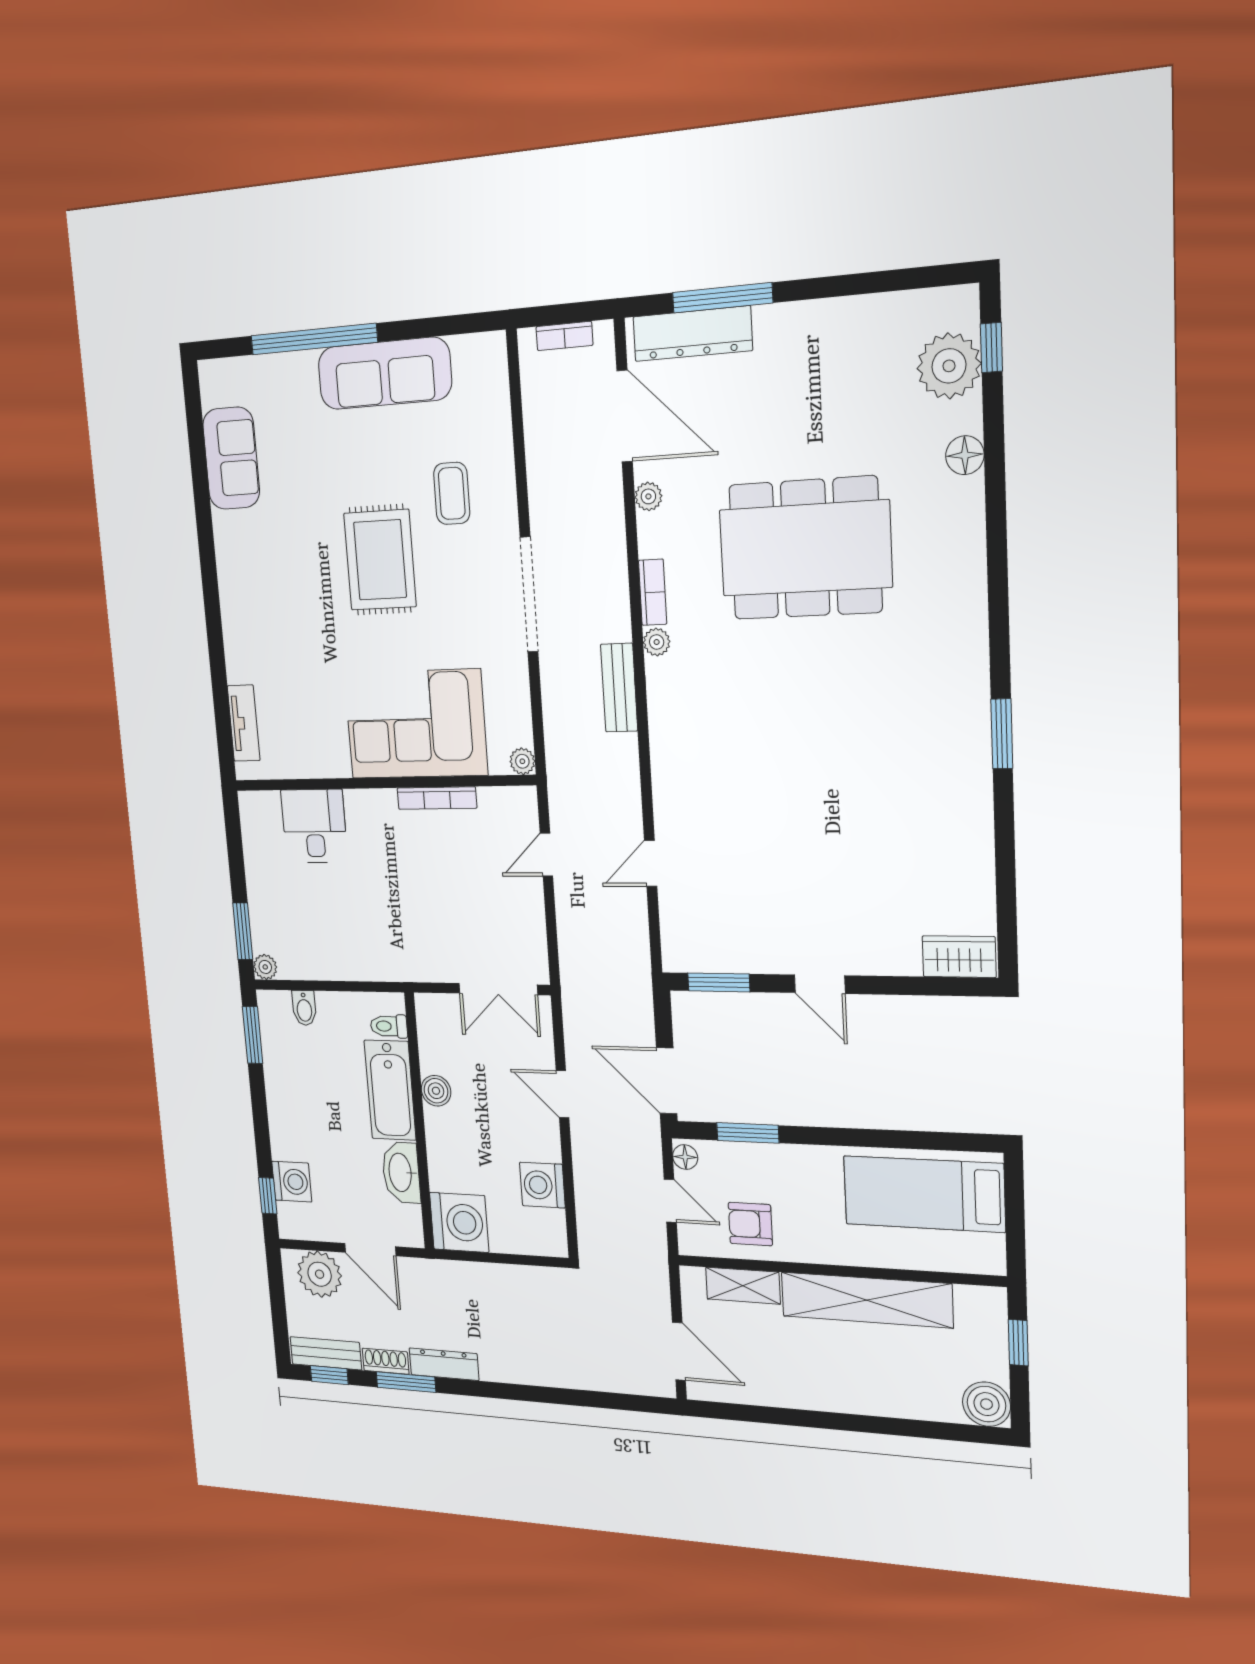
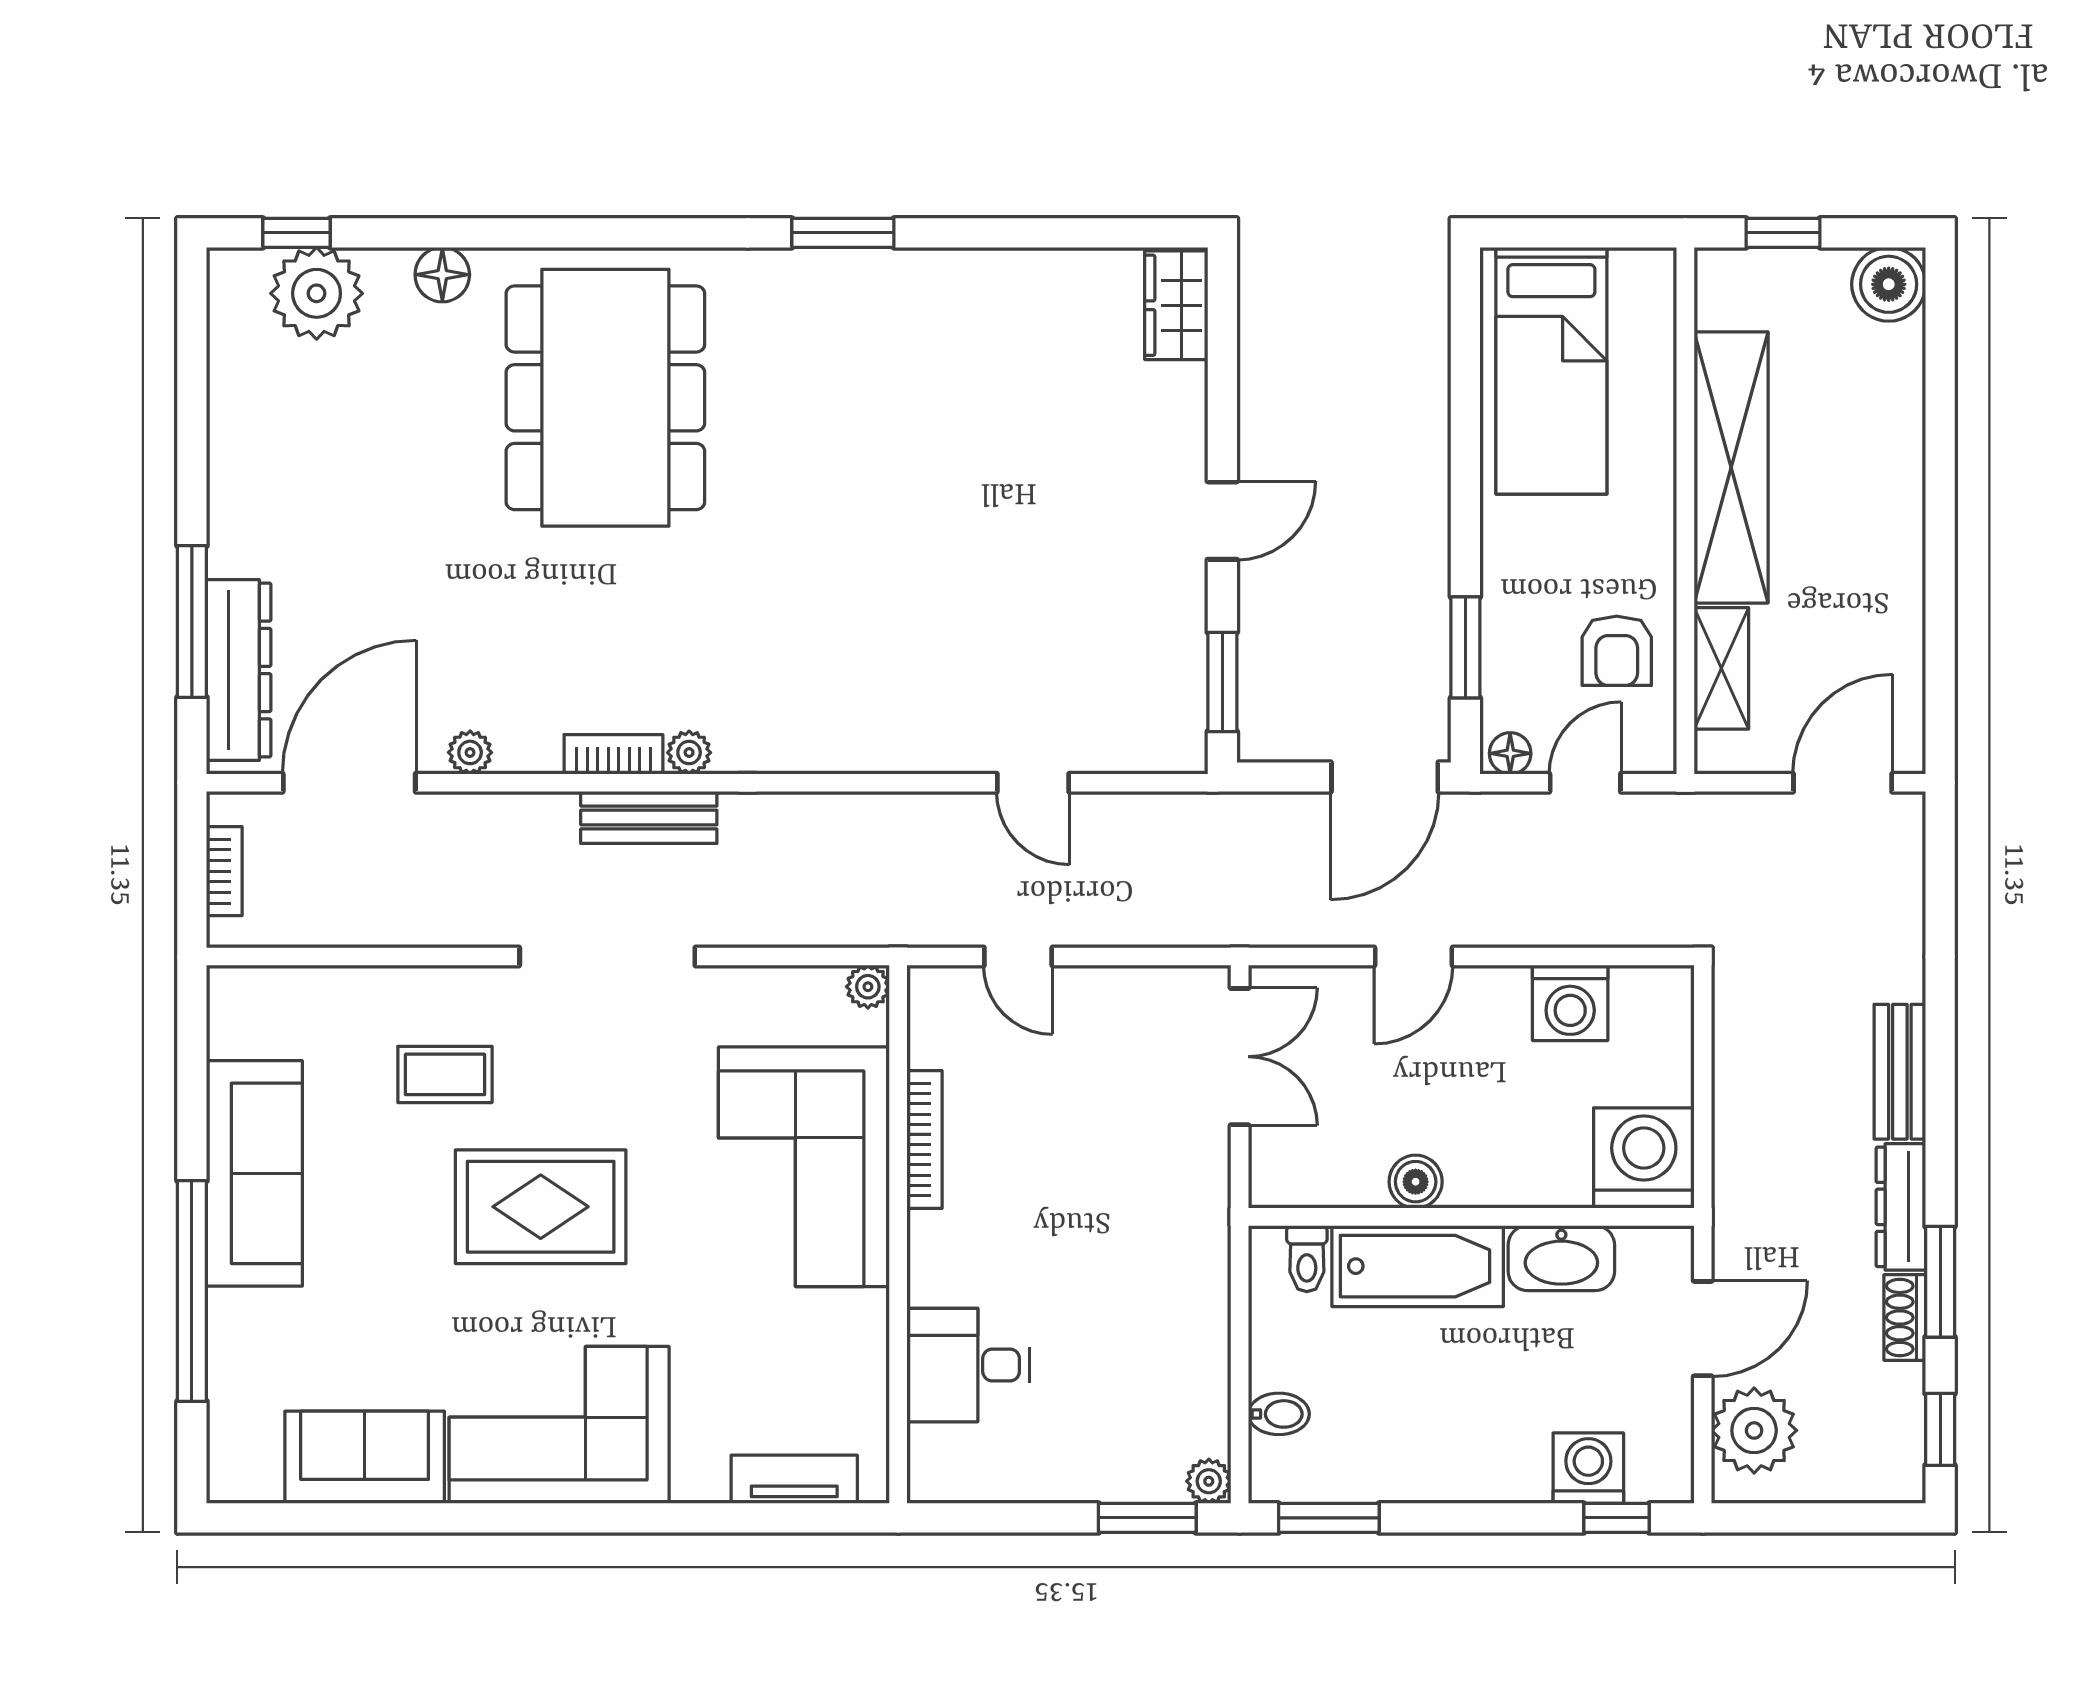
dining table: (805, 548) -> (605, 398), moved
corner sofa: (260, 578) -> (559, 1425), added
bench: (619, 688) -> (649, 817), moved
bench: (326, 1353) -> (1900, 1072), moved

